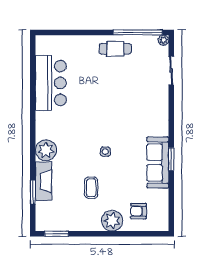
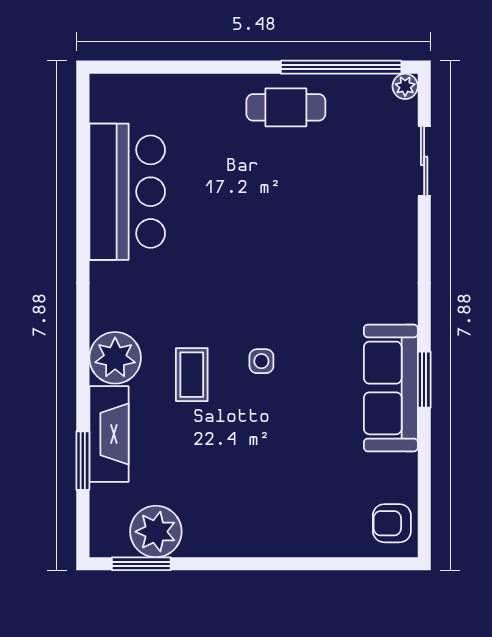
coffee table: (91, 188) -> (192, 375), moved
armchair: (139, 211) -> (392, 523), moved
plant: (112, 221) -> (156, 532), moved

